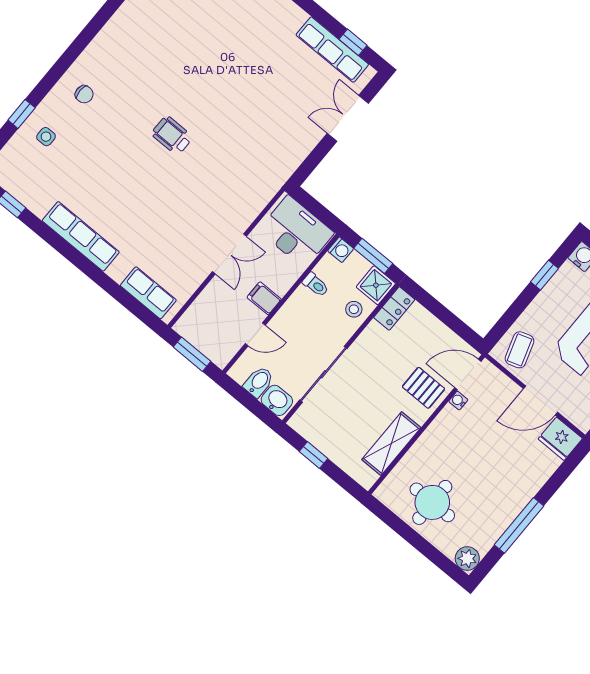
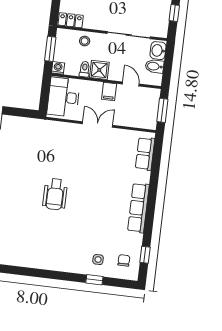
chair: (84, 94) -> (124, 260), moved
wheelchair: (172, 135) -> (55, 194), width x1.36, depth x1.37
shower: (376, 285) -> (99, 70), moved

